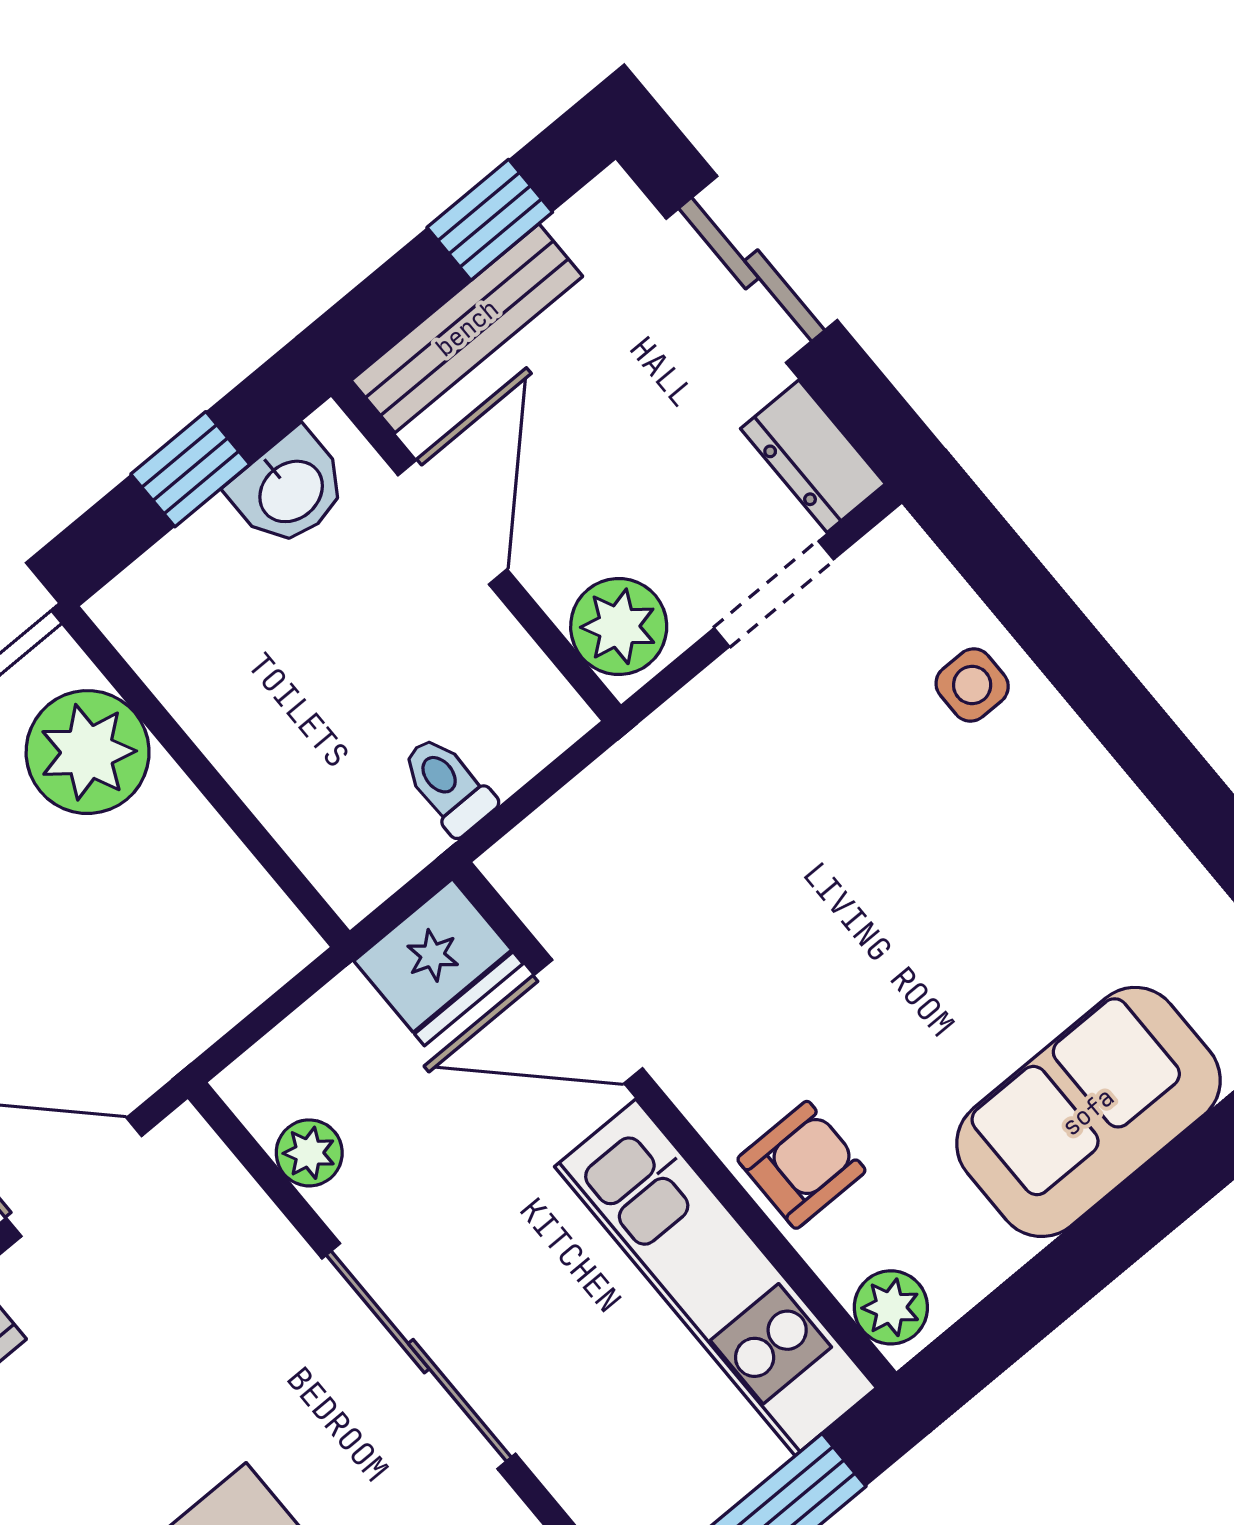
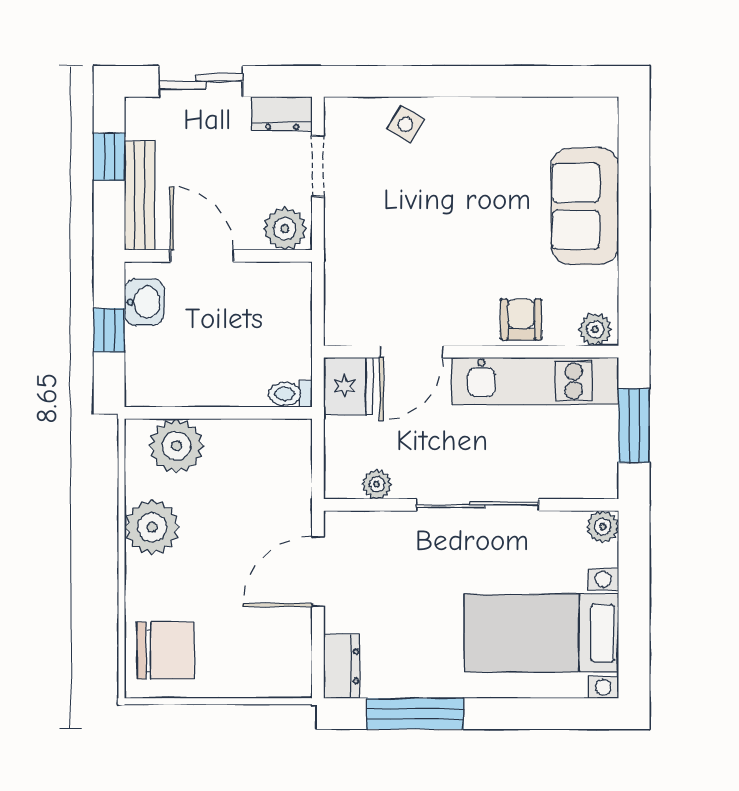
side table: (972, 685) -> (406, 124), turned 31
toilet: (448, 785) -> (290, 394), moved

